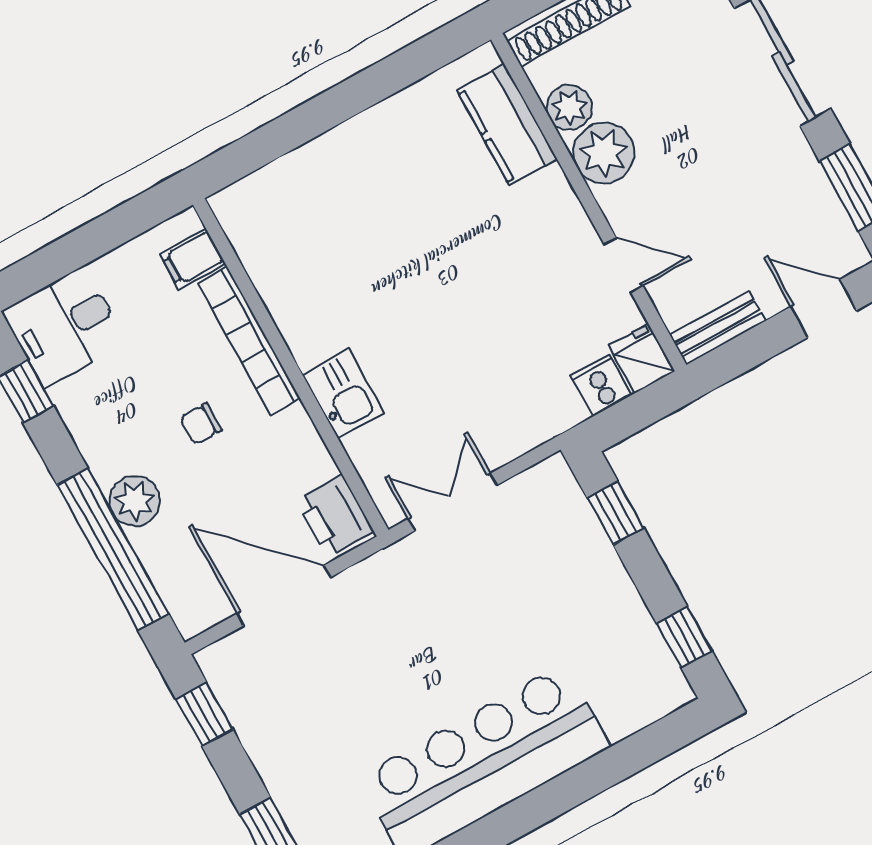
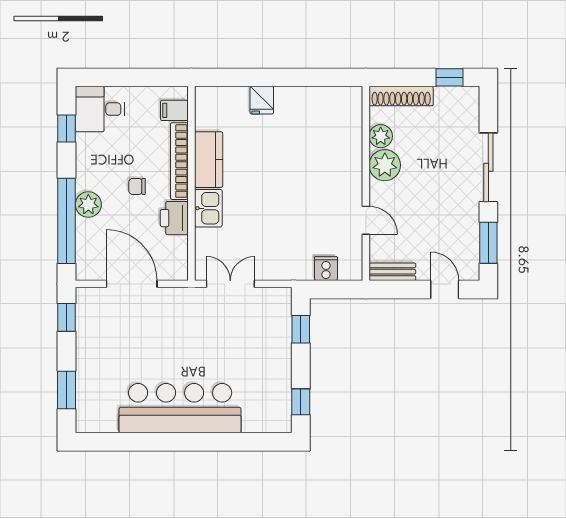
kitchen counter: (507, 125) -> (209, 160), moved, turned 180
fridge: (642, 359) -> (262, 100), moved, turned 180
printer: (335, 516) -> (174, 218), moved

